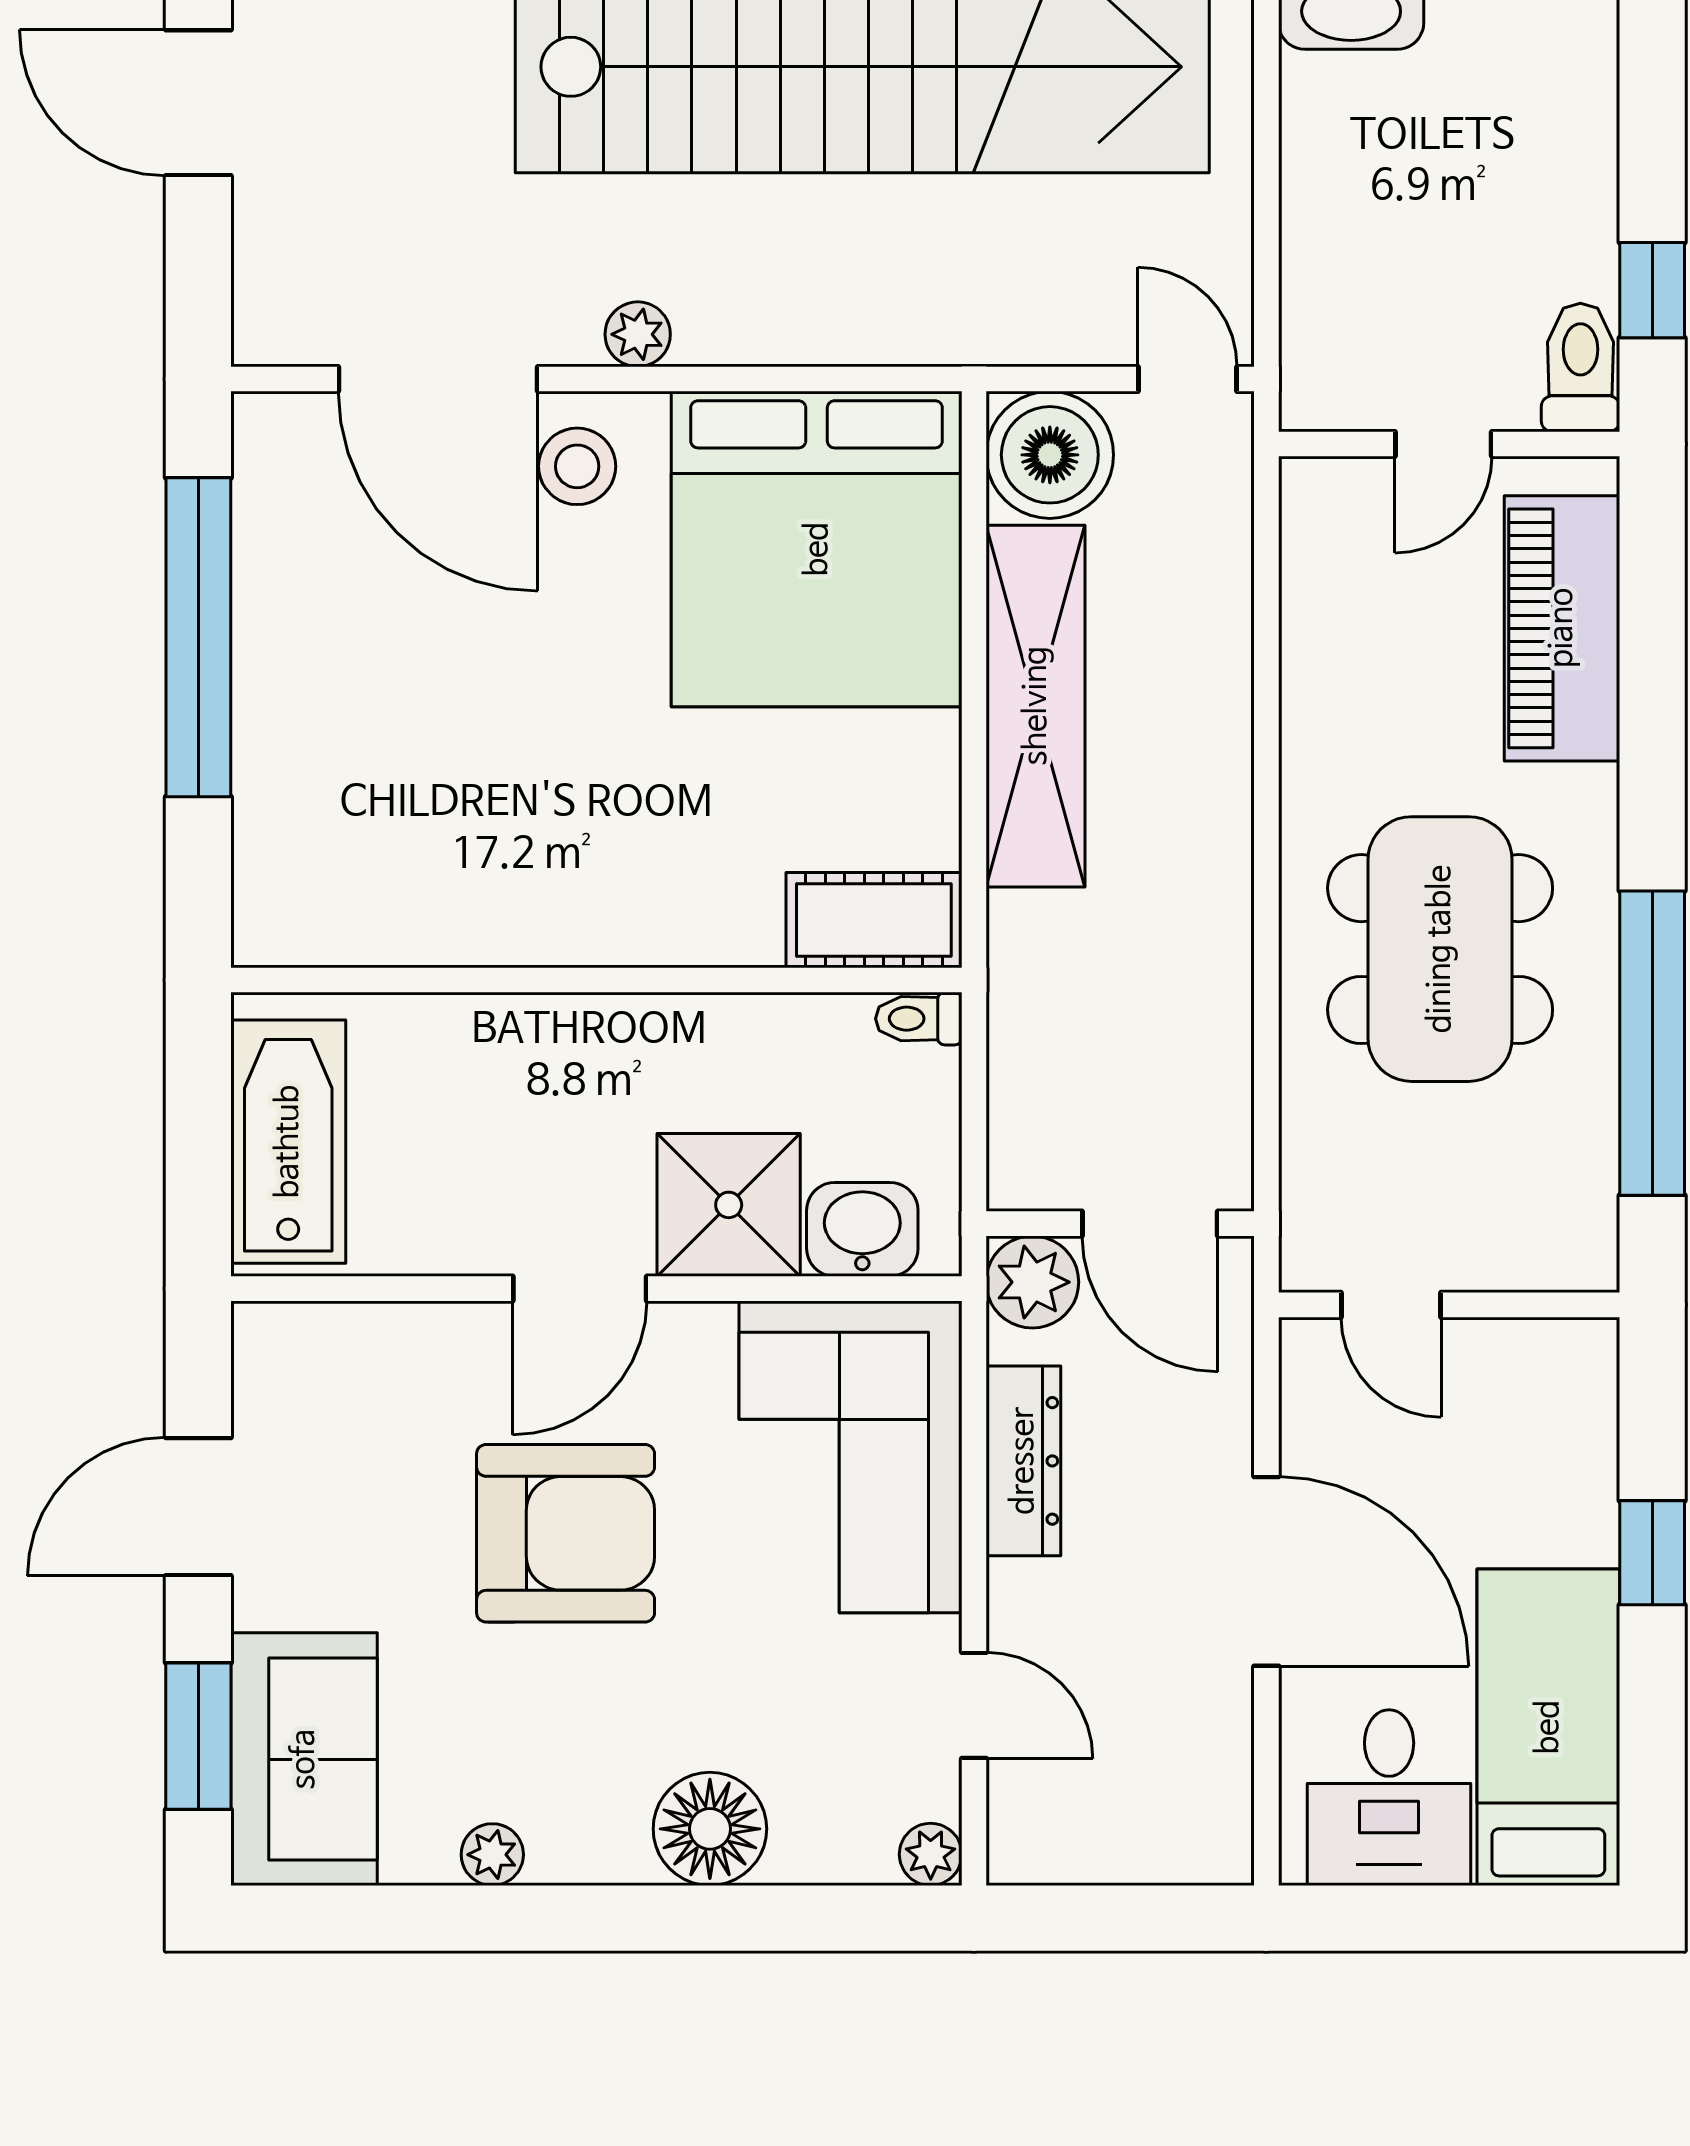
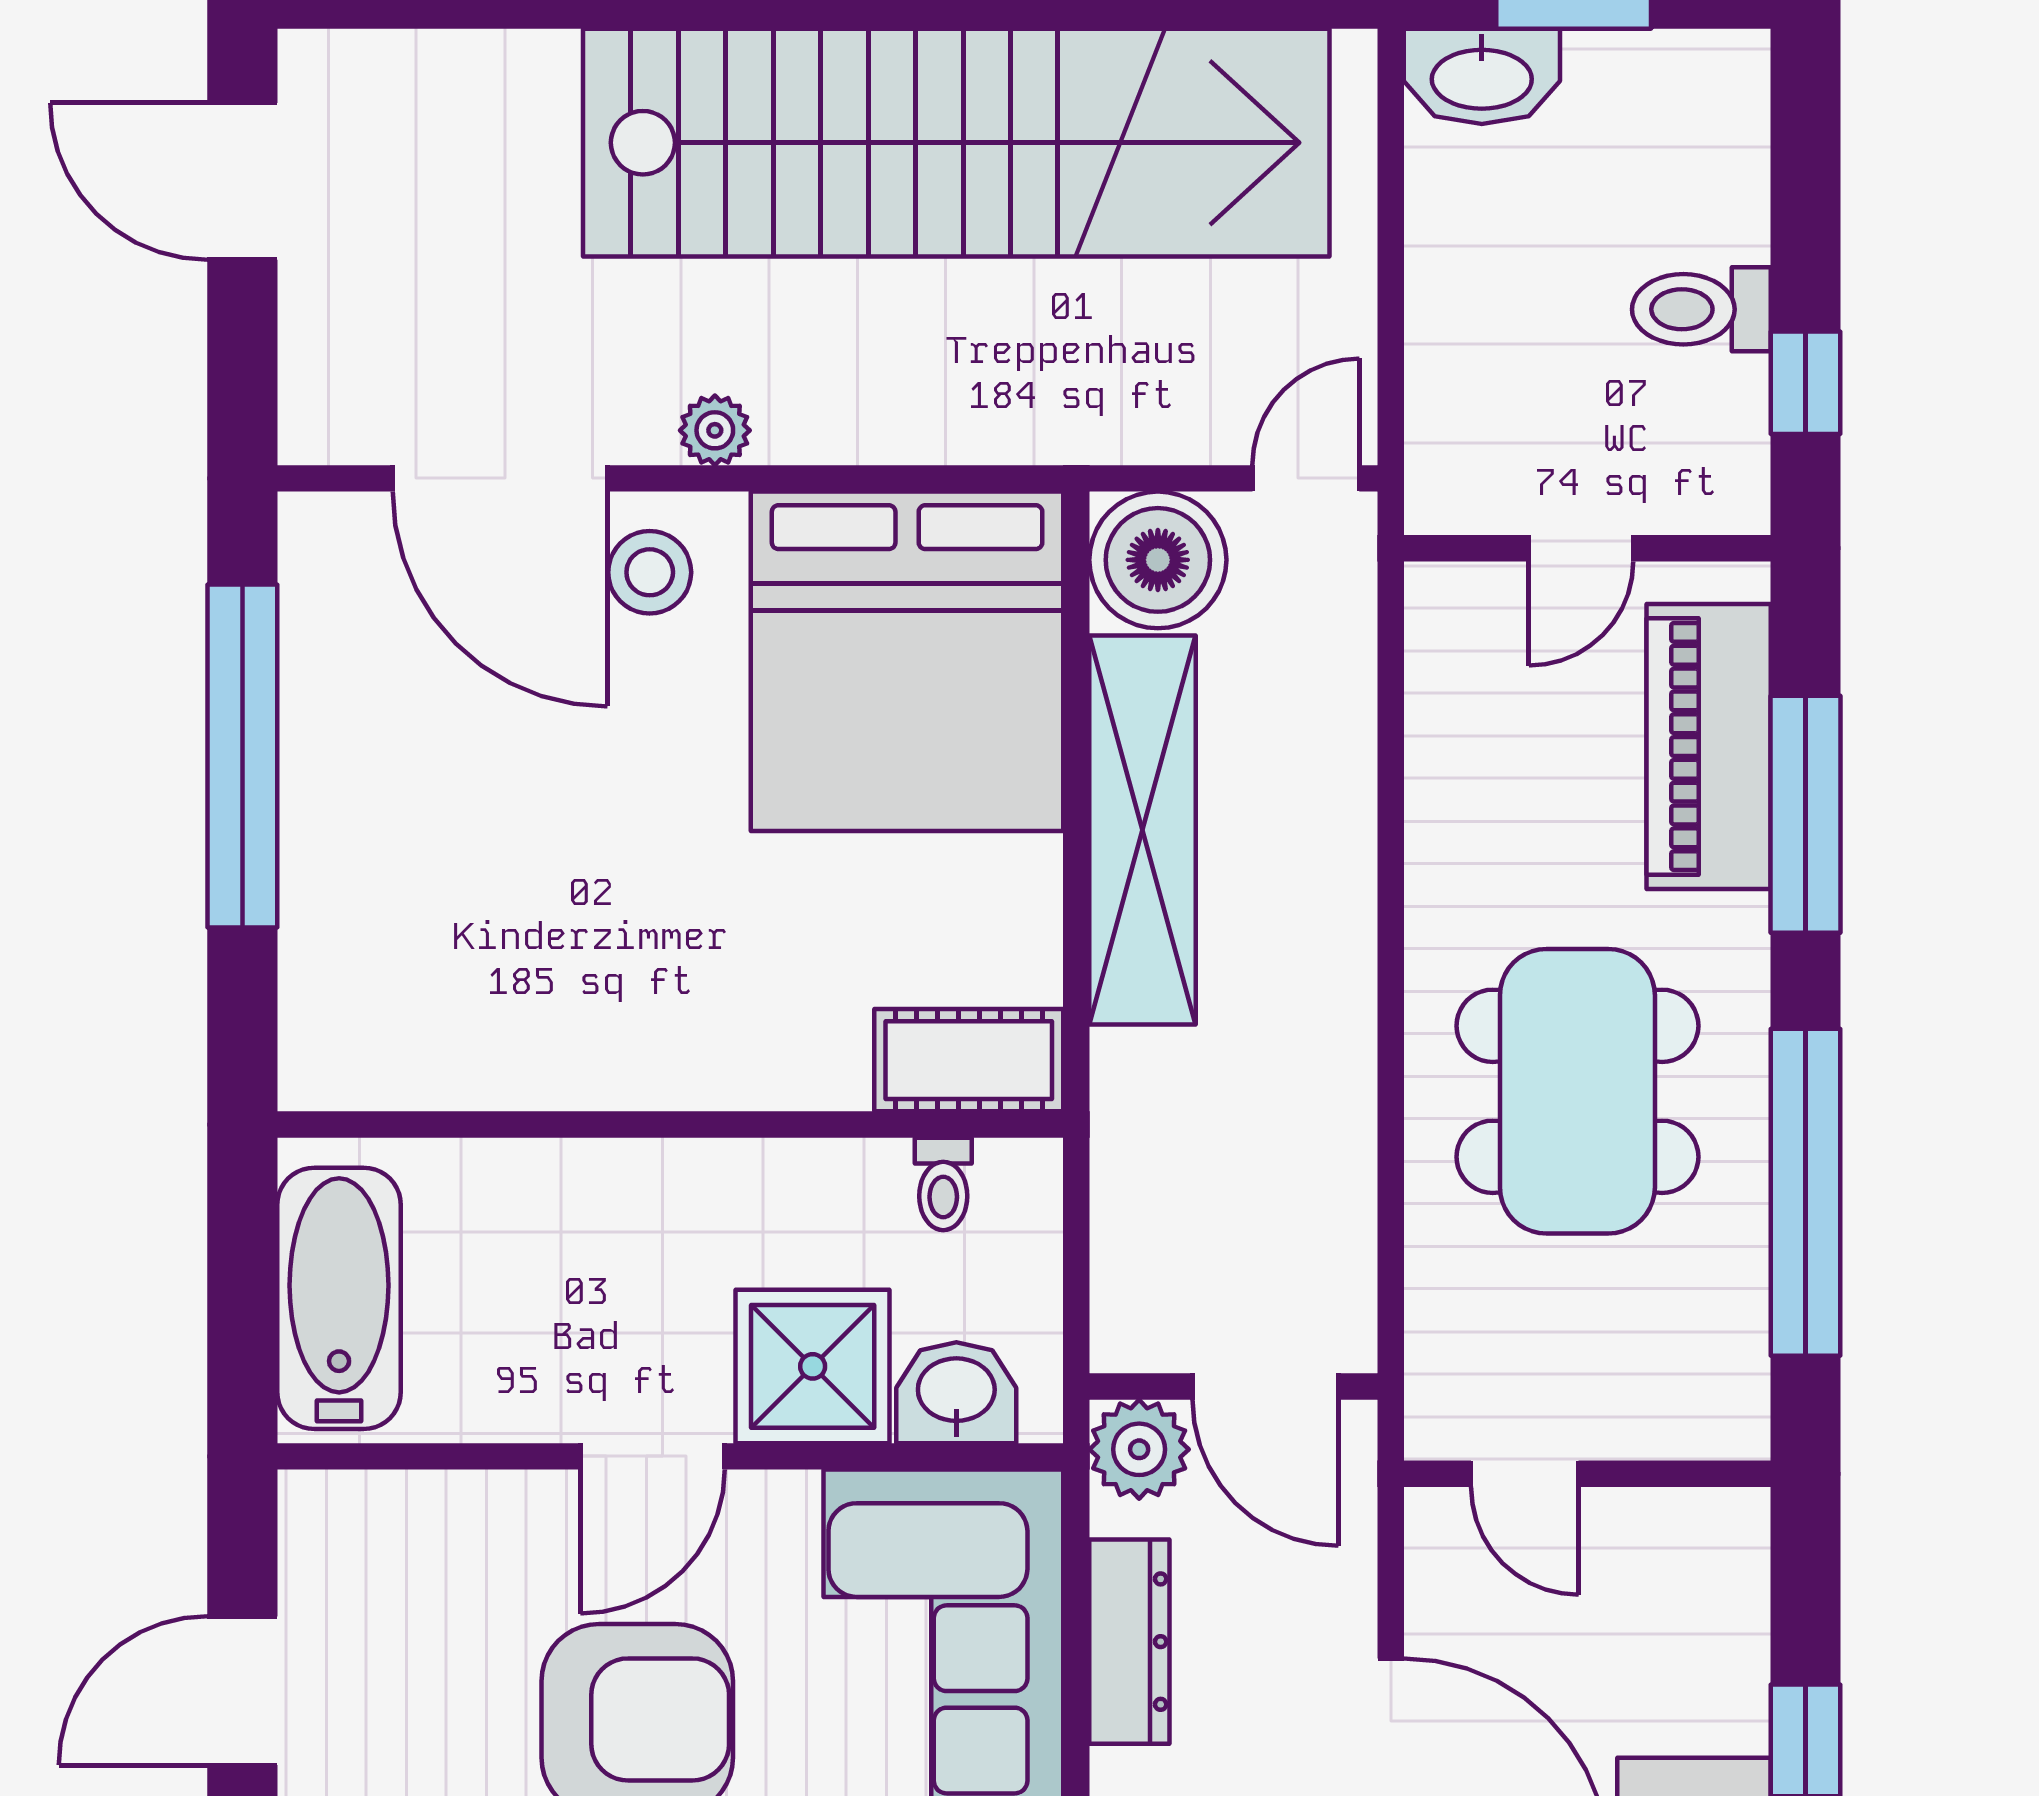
toilet: (1580, 367) -> (1701, 309), moved, turned -90
door: (1187, 379) -> (1306, 478), hinge flipped
window: (1652, 691) -> (1805, 814), added
toilet: (919, 1019) -> (943, 1184), moved, turned -90

